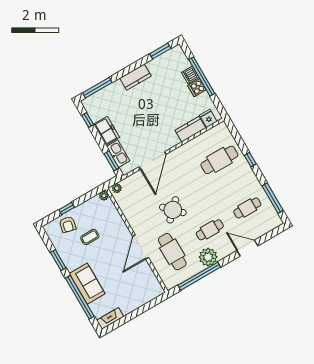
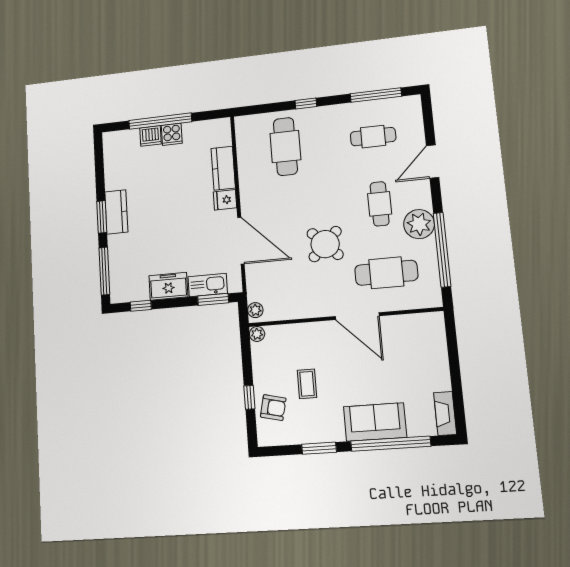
window: (160, 51) -> (102, 217), moved
fridge: (208, 118) -> (225, 200), moved
cafe table: (247, 208) -> (373, 137), turned 90

